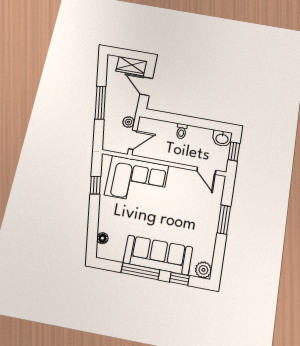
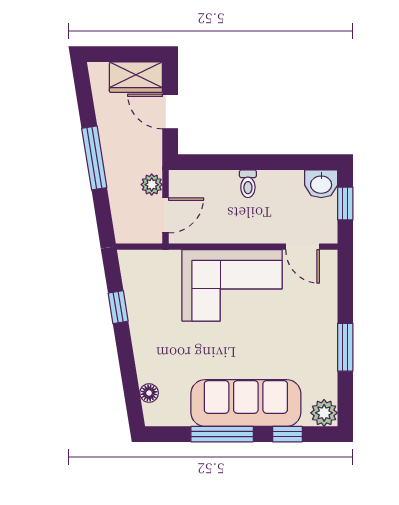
corner sofa: (137, 180) -> (232, 285), moved
window: (224, 220) -> (345, 347), moved

